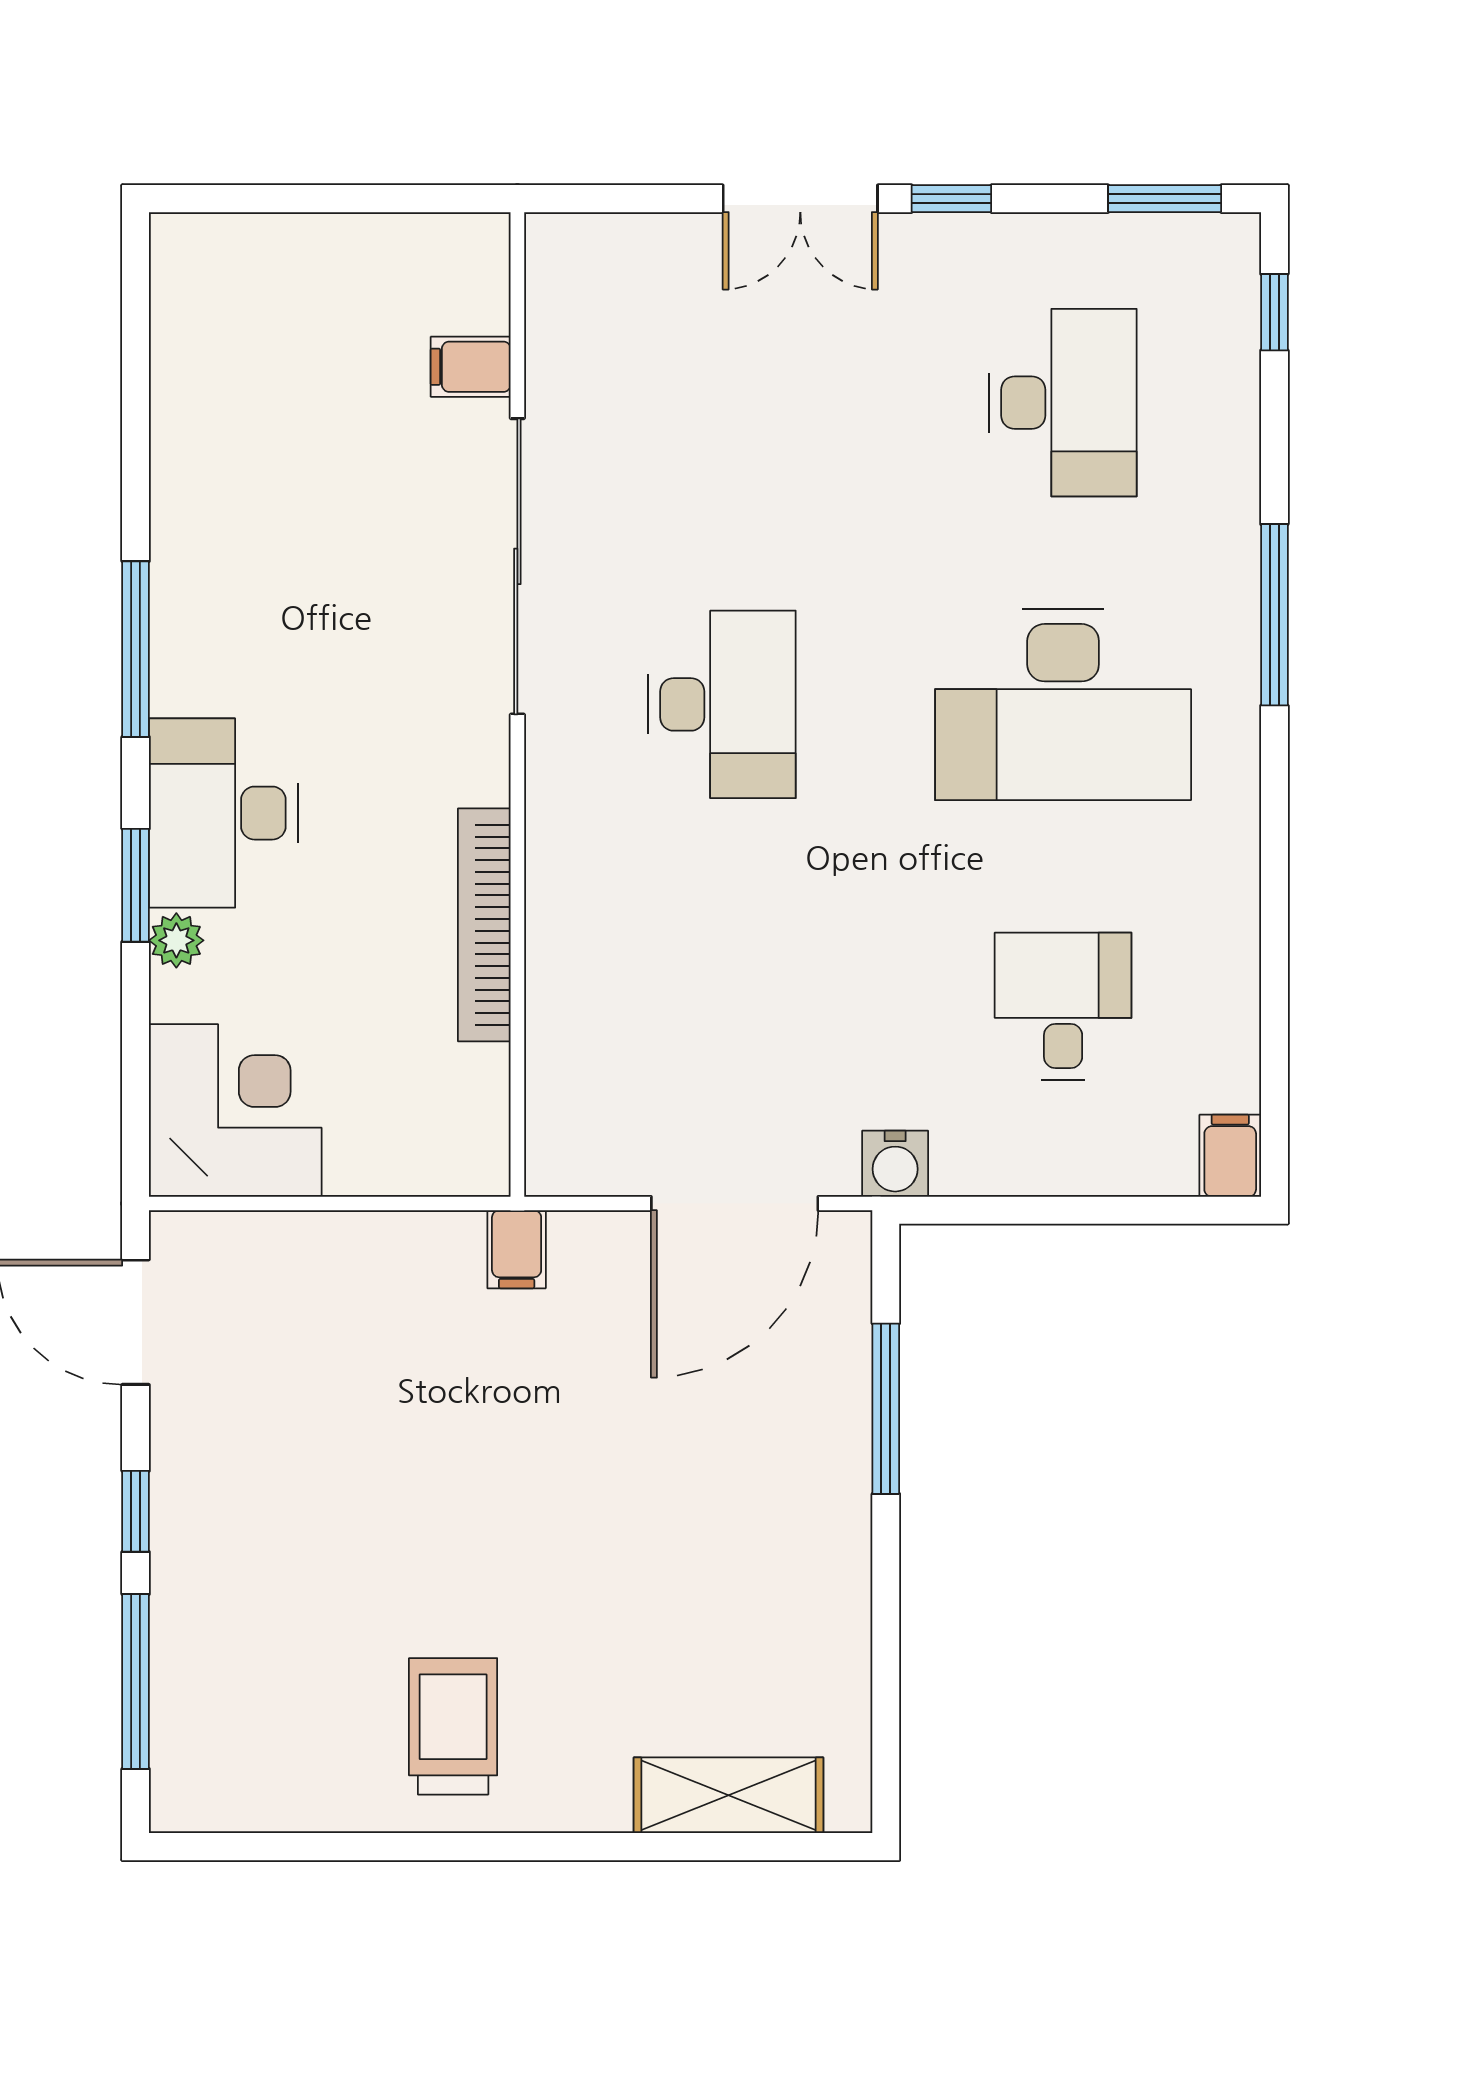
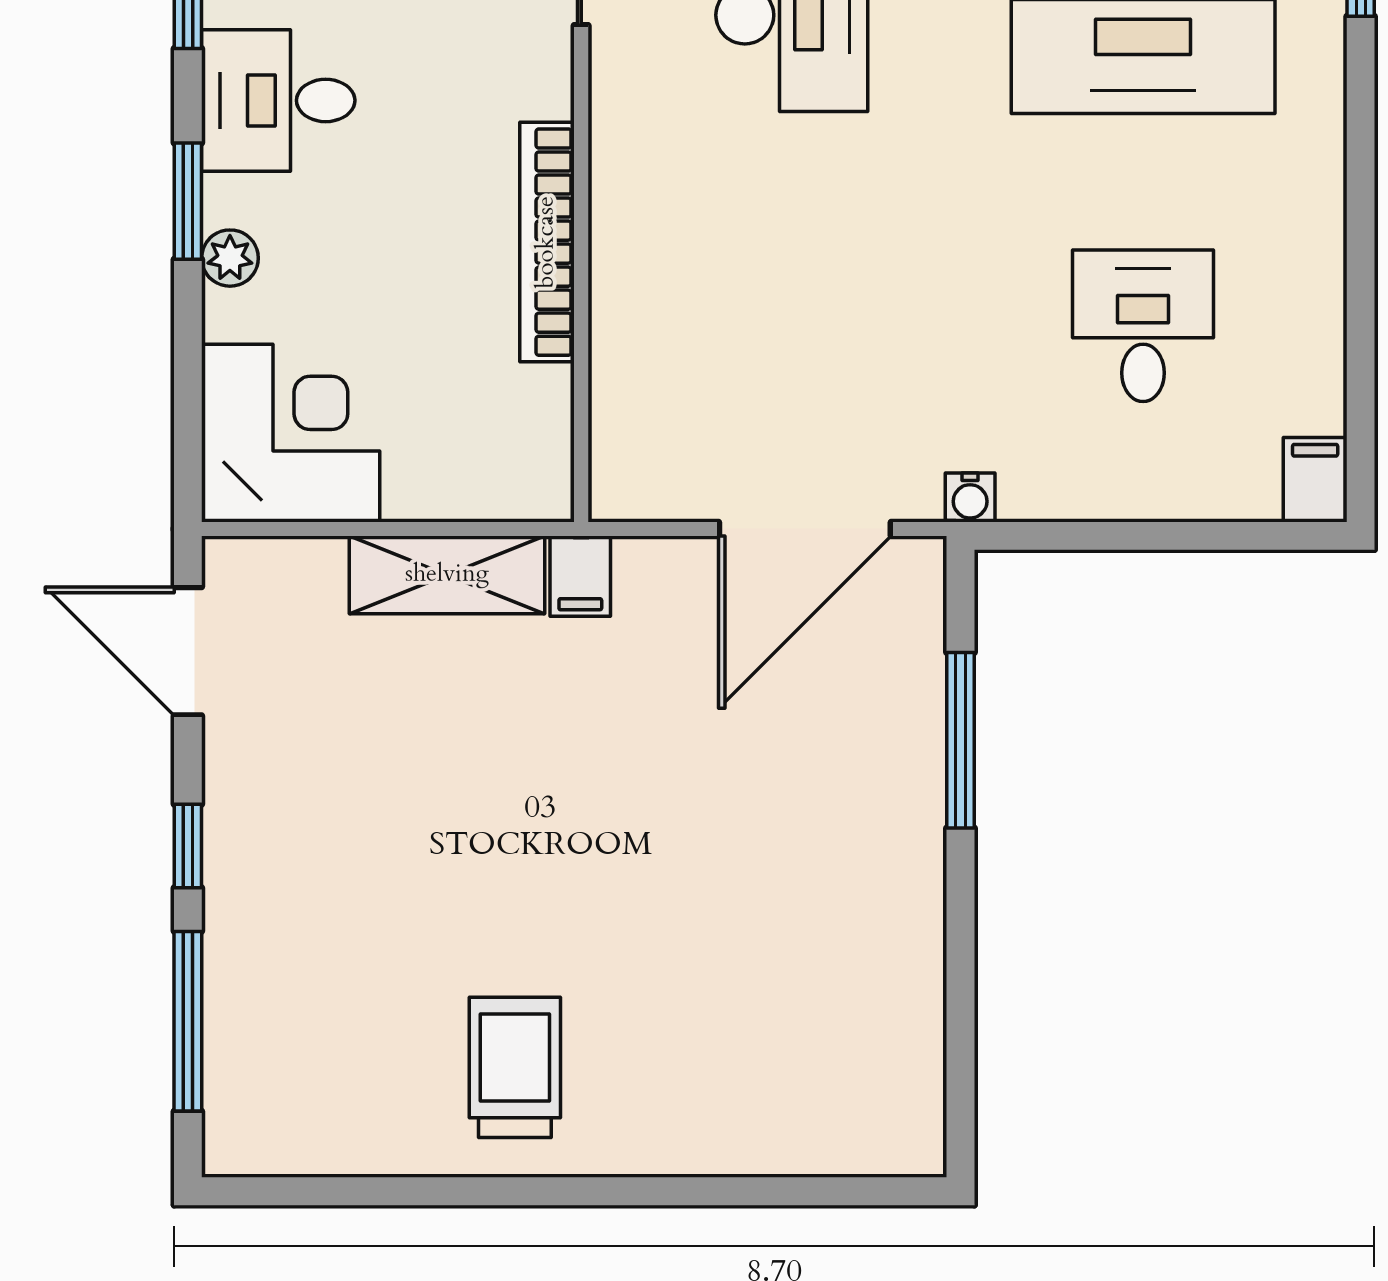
desk: (223, 813) -> (278, 100), width x0.73
water cooler: (895, 1164) -> (970, 497), width x0.72, depth x0.72
shelving: (729, 1795) -> (447, 575), moved

